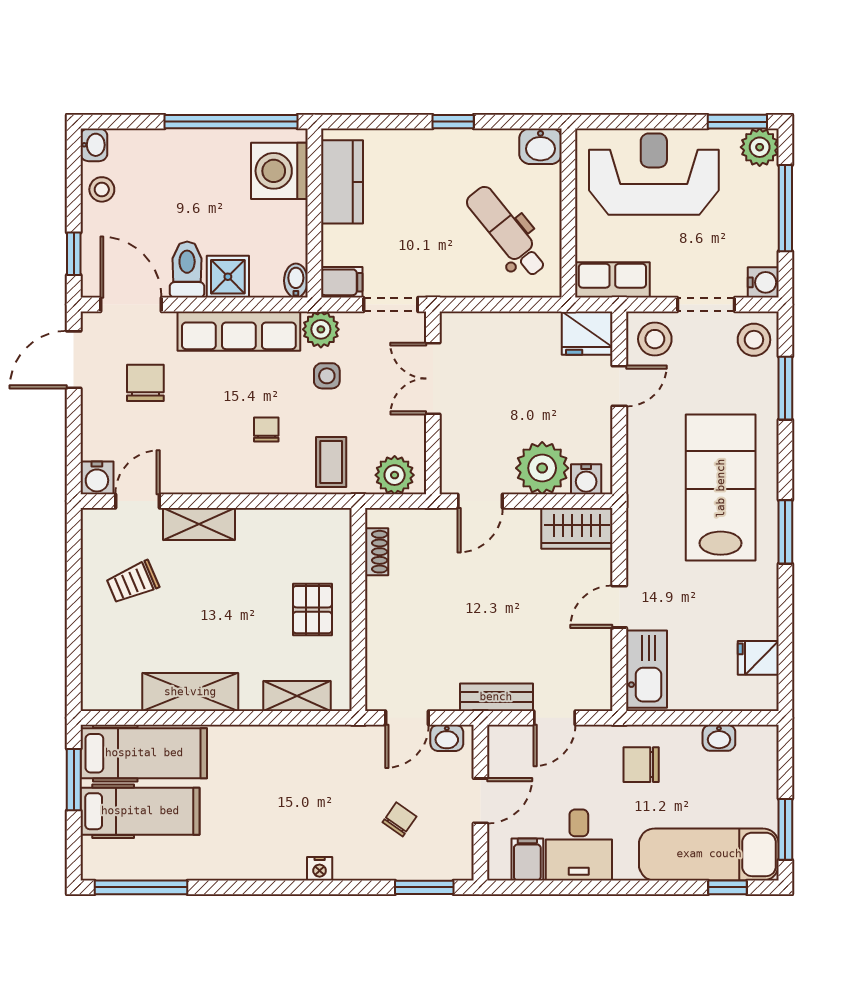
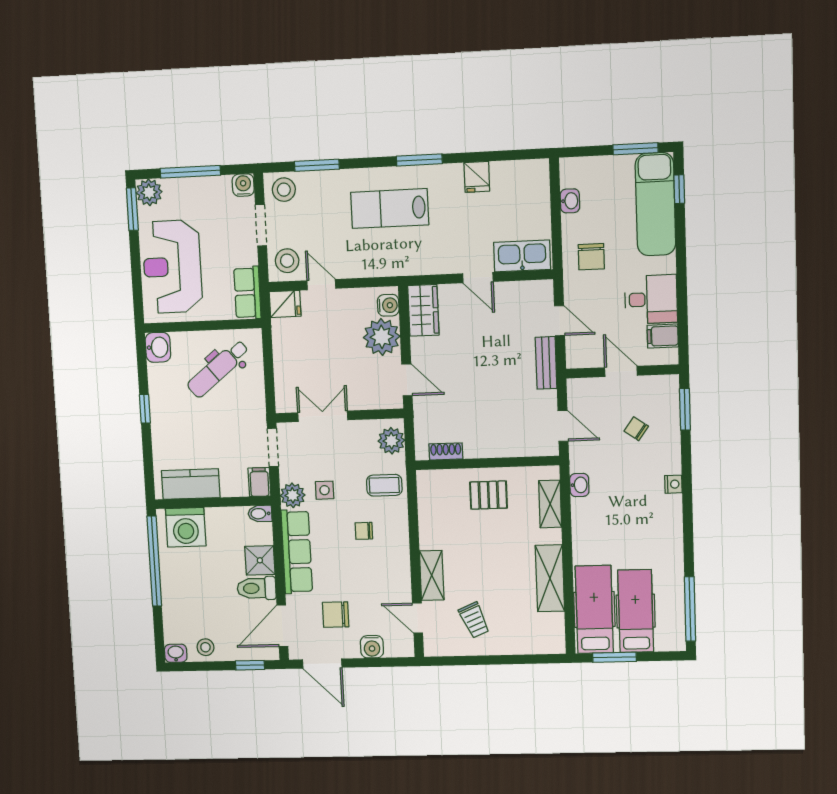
fridge: (587, 333) -> (285, 304), width x0.72
double door: (433, 379) -> (323, 416), swing flipped
water cooler: (97, 478) -> (372, 647), moved, turned 90
lab bench: (721, 488) -> (390, 208), width x0.73, depth x0.72
fridge: (758, 658) -> (477, 177), moved
washbasin: (447, 738) -> (579, 485), moved

